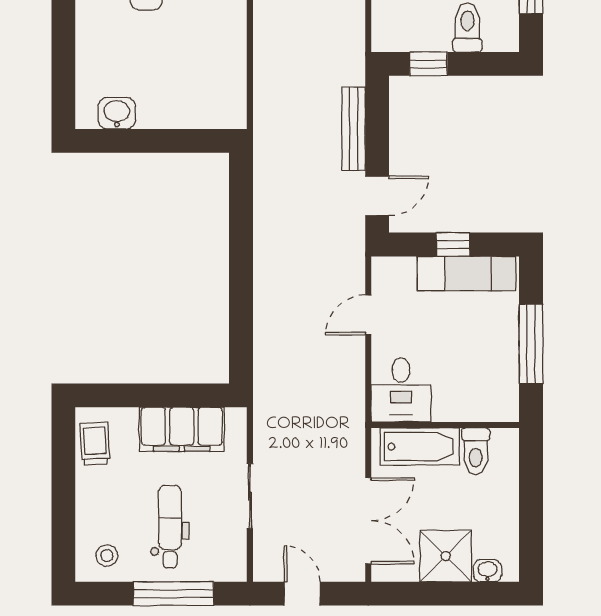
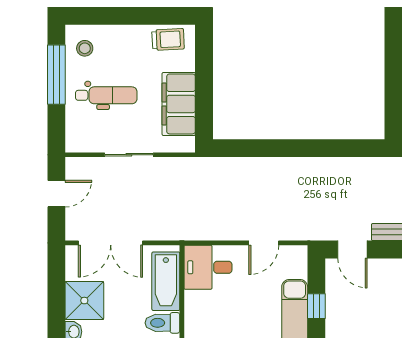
door: (368, 315) -> (264, 243), swing flipped
window: (173, 594) -> (56, 75), moved

